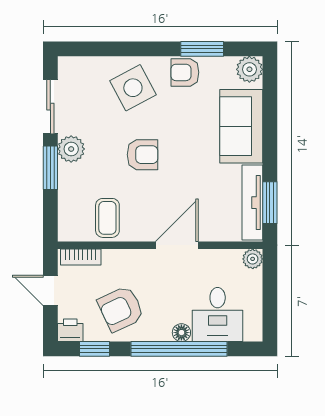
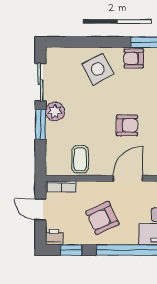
armchair: (143, 155) -> (127, 125), moved
armchair: (121, 309) -> (102, 218), moved
floor lamp: (181, 333) -> (131, 239), removed

